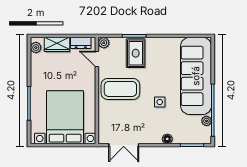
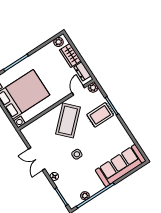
sofa: (196, 76) -> (121, 166), width x0.74, depth x0.79
coffee table: (120, 89) -> (68, 121), turned 46
double door: (124, 145) -> (37, 159), moved

